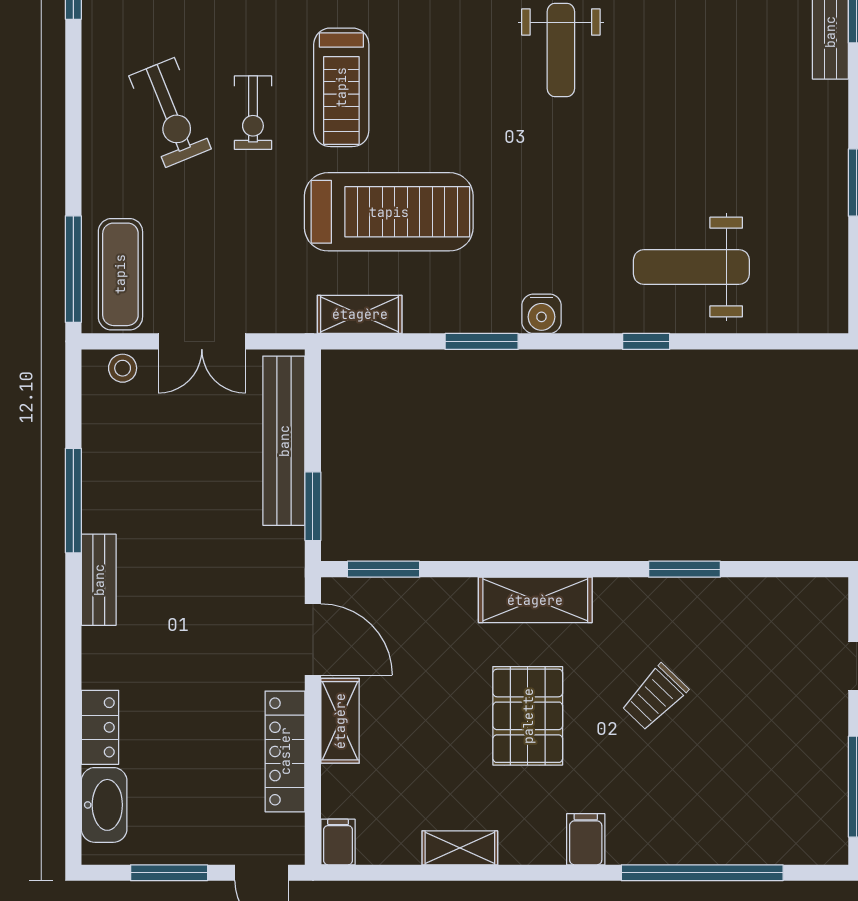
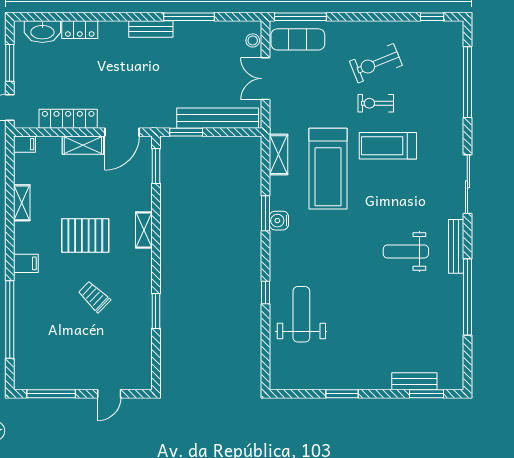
water cooler: (541, 314) -> (279, 221), moved
shelving: (535, 600) -> (144, 230), width x0.67, depth x0.75

